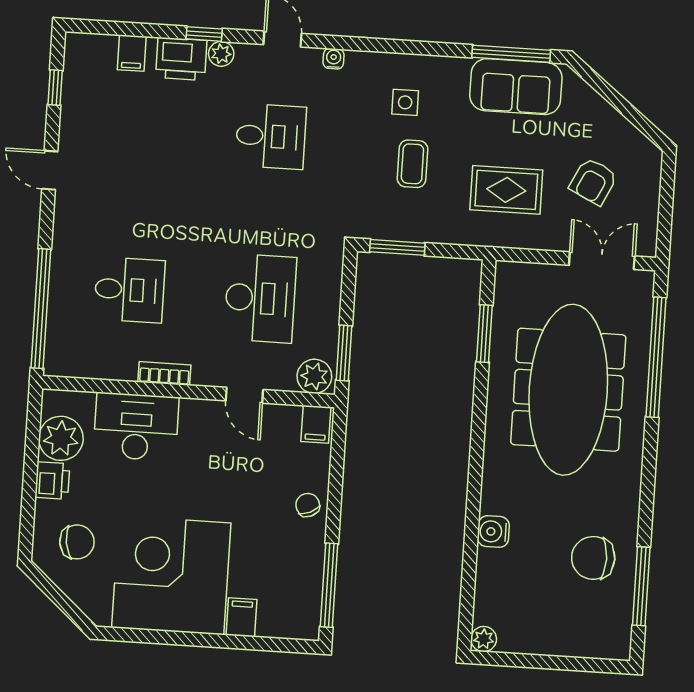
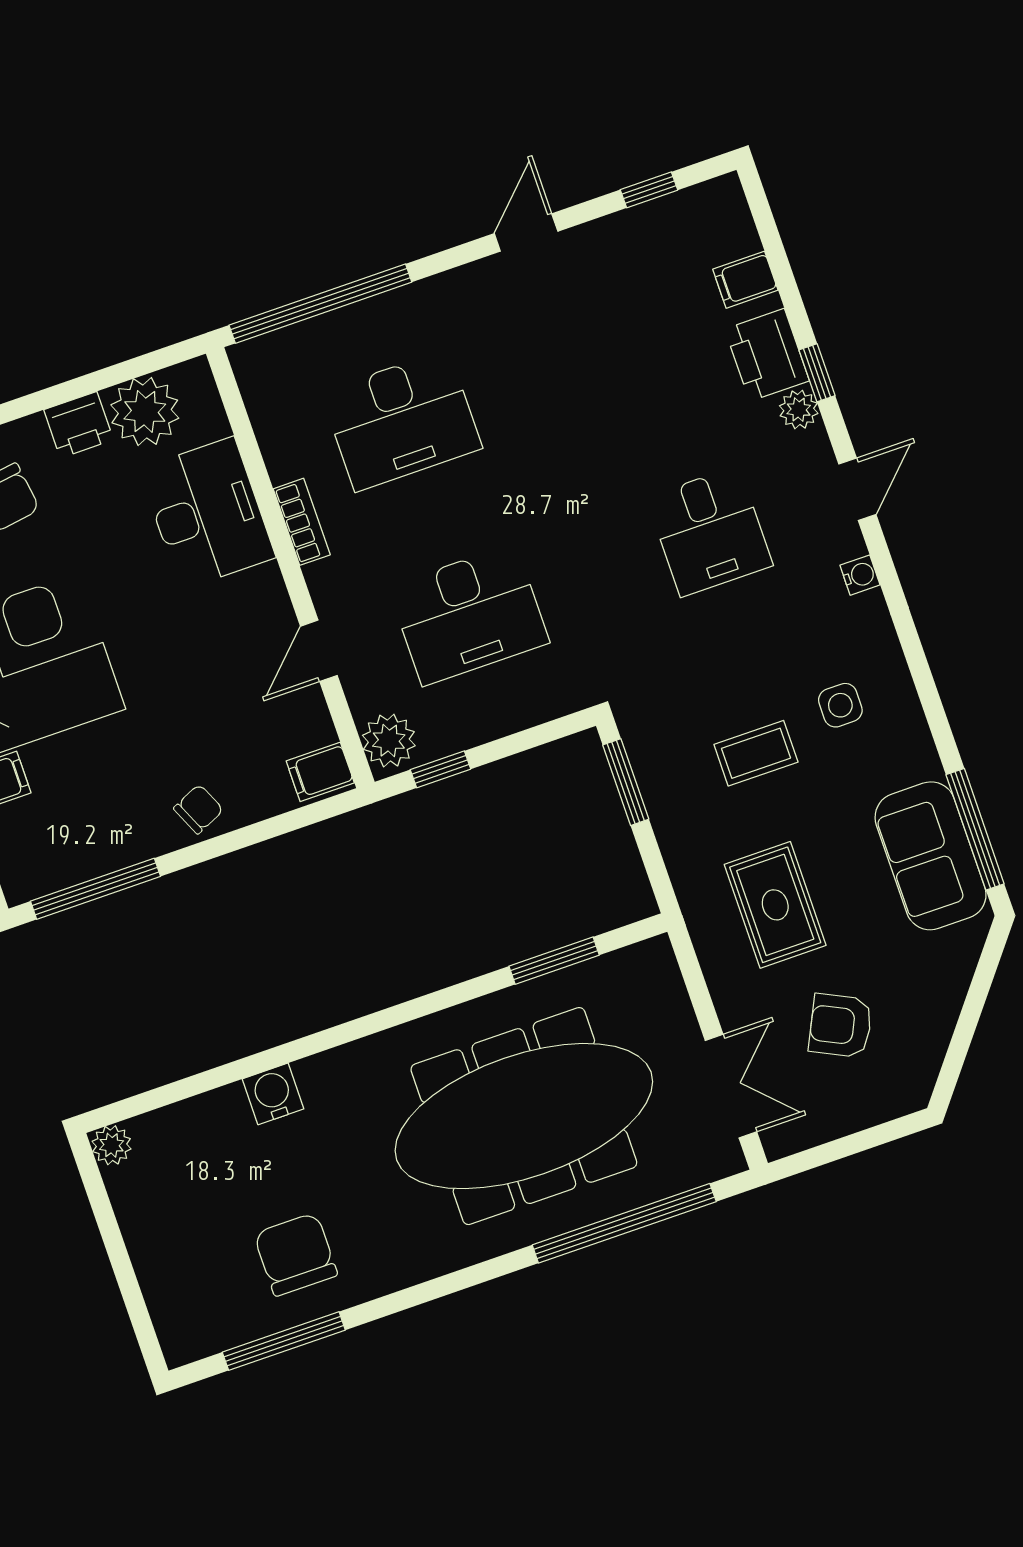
desk: (129, 290) -> (402, 420), width x1.37
window: (344, 353) -> (441, 769), width x0.67

